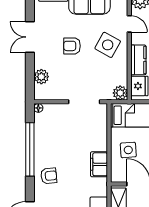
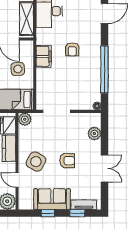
armchair: (49, 176) -> (72, 49), moved, turned -84

